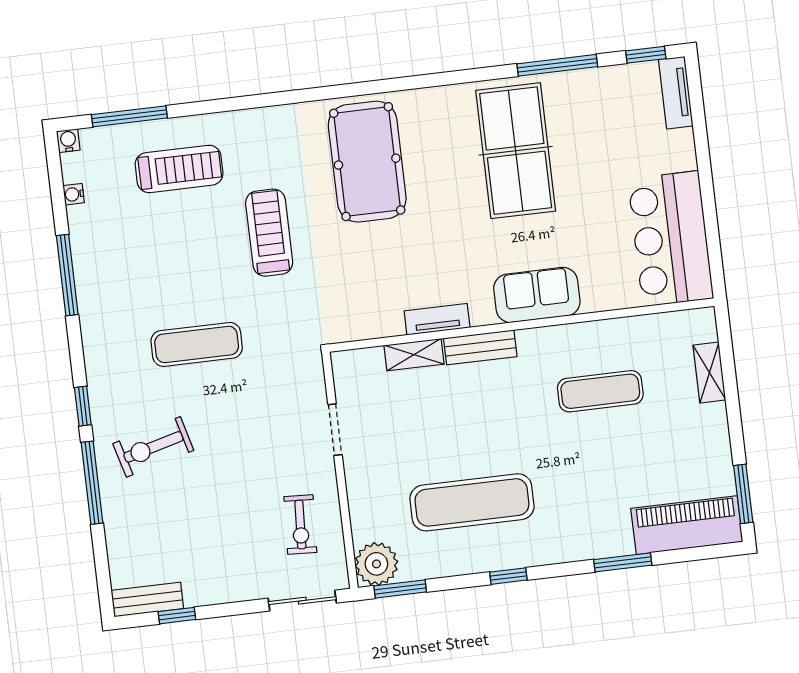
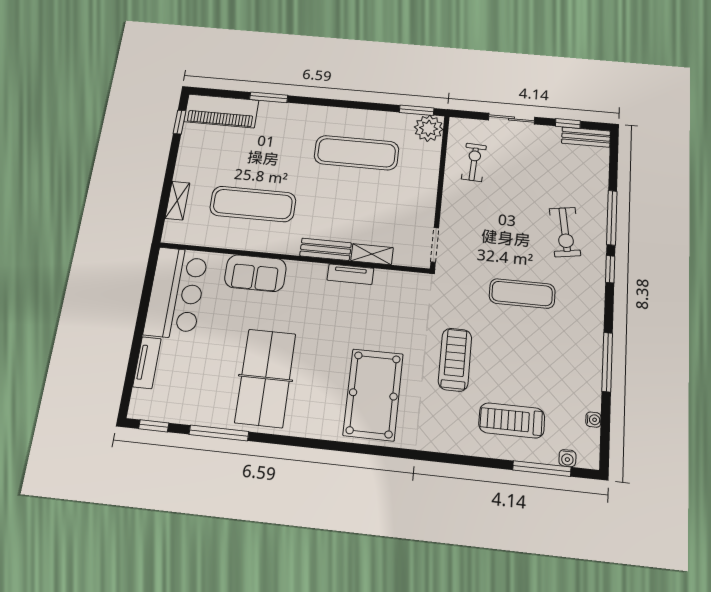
tv unit: (676, 93) -> (147, 363), moved
water cooler: (68, 141) -> (567, 458), moved
treadmill: (269, 233) -> (455, 360), turned 180
sofa: (537, 295) -> (255, 273), moved
exercise mat: (600, 391) -> (253, 204), width x1.36, depth x1.45
doorway: (335, 430) -> (435, 245), moved
exercise bike: (153, 447) -> (565, 232), turned 96
window: (743, 494) -> (180, 122), width x0.67
window: (508, 576) -> (344, 104), removed
sliding door: (302, 601) -> (511, 119), moved

